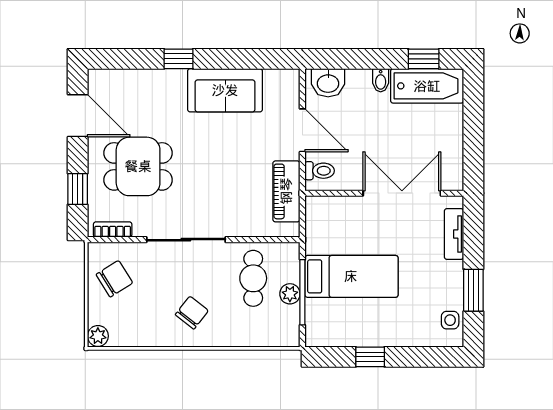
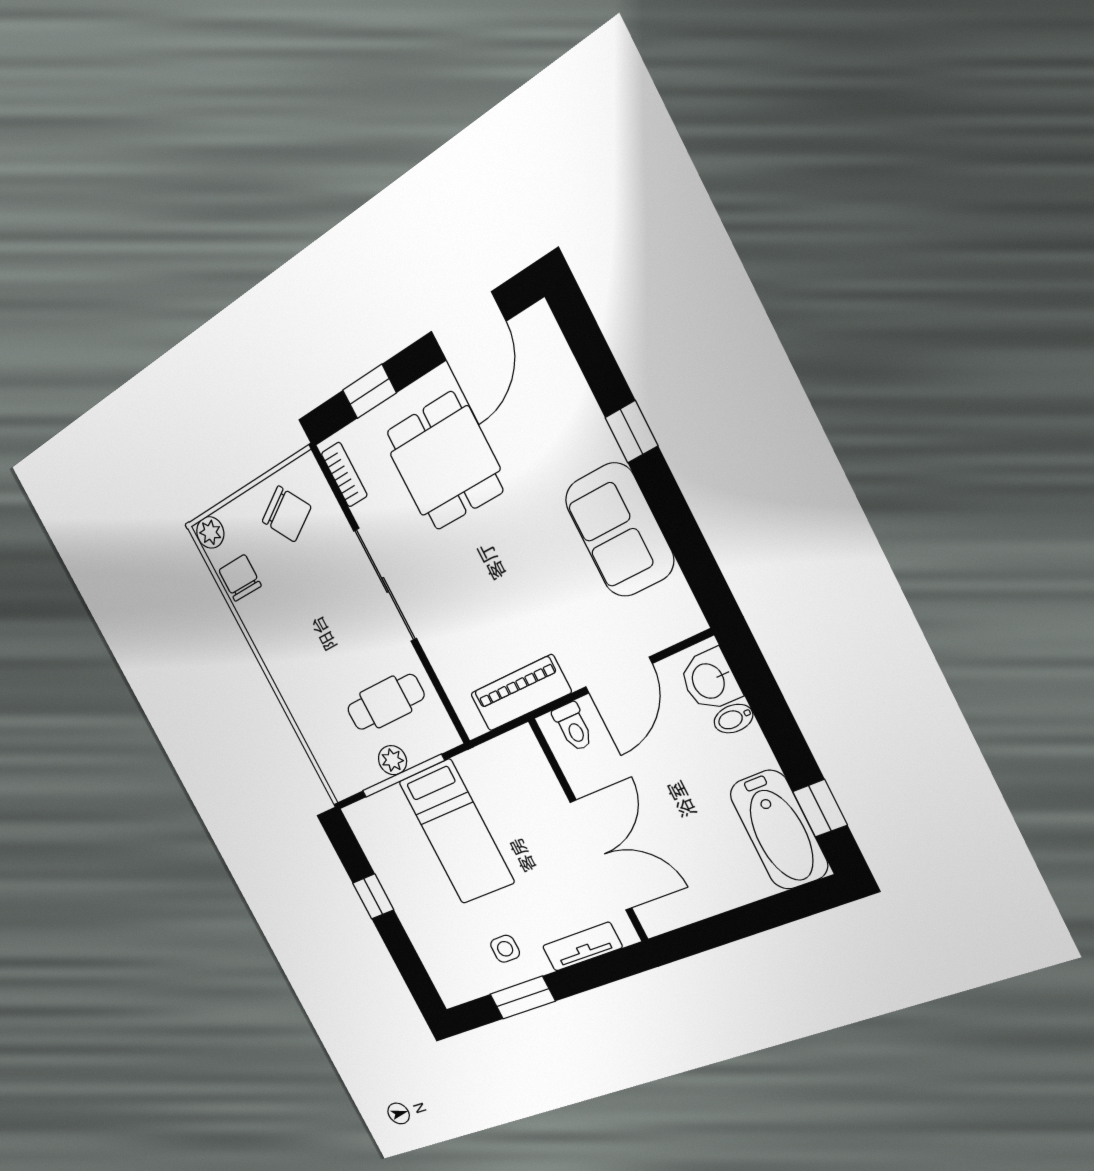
bidet: (381, 80) -> (733, 719), moved
chair: (192, 313) -> (240, 578), moved, turned -128
side table: (450, 320) -> (505, 949), moved

